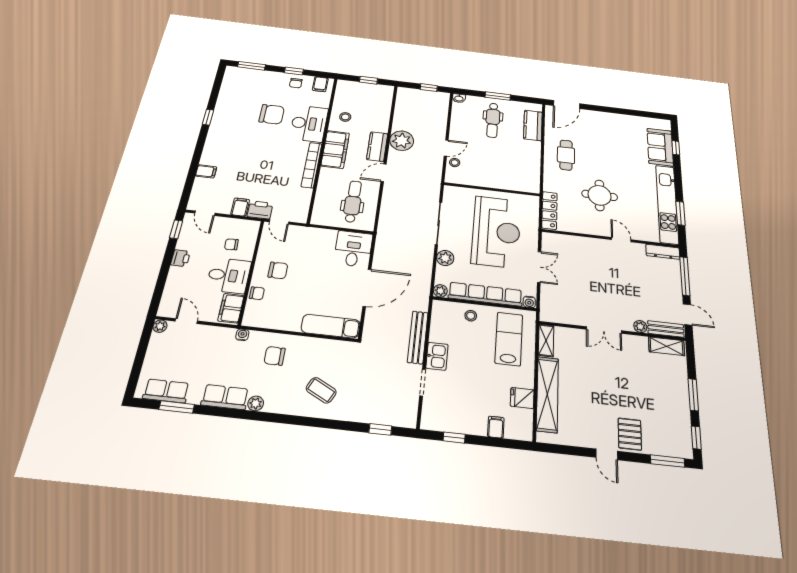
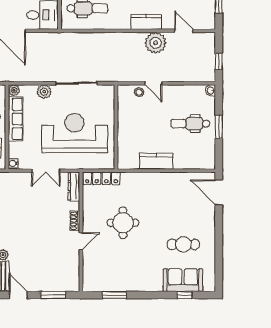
kitchen counter: (533, 125) -> (156, 161), moved
cafe table: (566, 155) -> (183, 244), moved
door: (384, 173) -> (184, 31), moved
kitchen unit: (667, 204) -> (122, 283), removed
reception desk: (496, 232) -> (75, 133), turned 180
shoe rack: (598, 243) -> (75, 221), added
dresser: (663, 252) -> (74, 186), moved
window: (685, 276) -> (53, 295), width x0.69
row of seats: (485, 294) -> (16, 119), width x0.73
door: (688, 314) -> (18, 295), swing flipped

